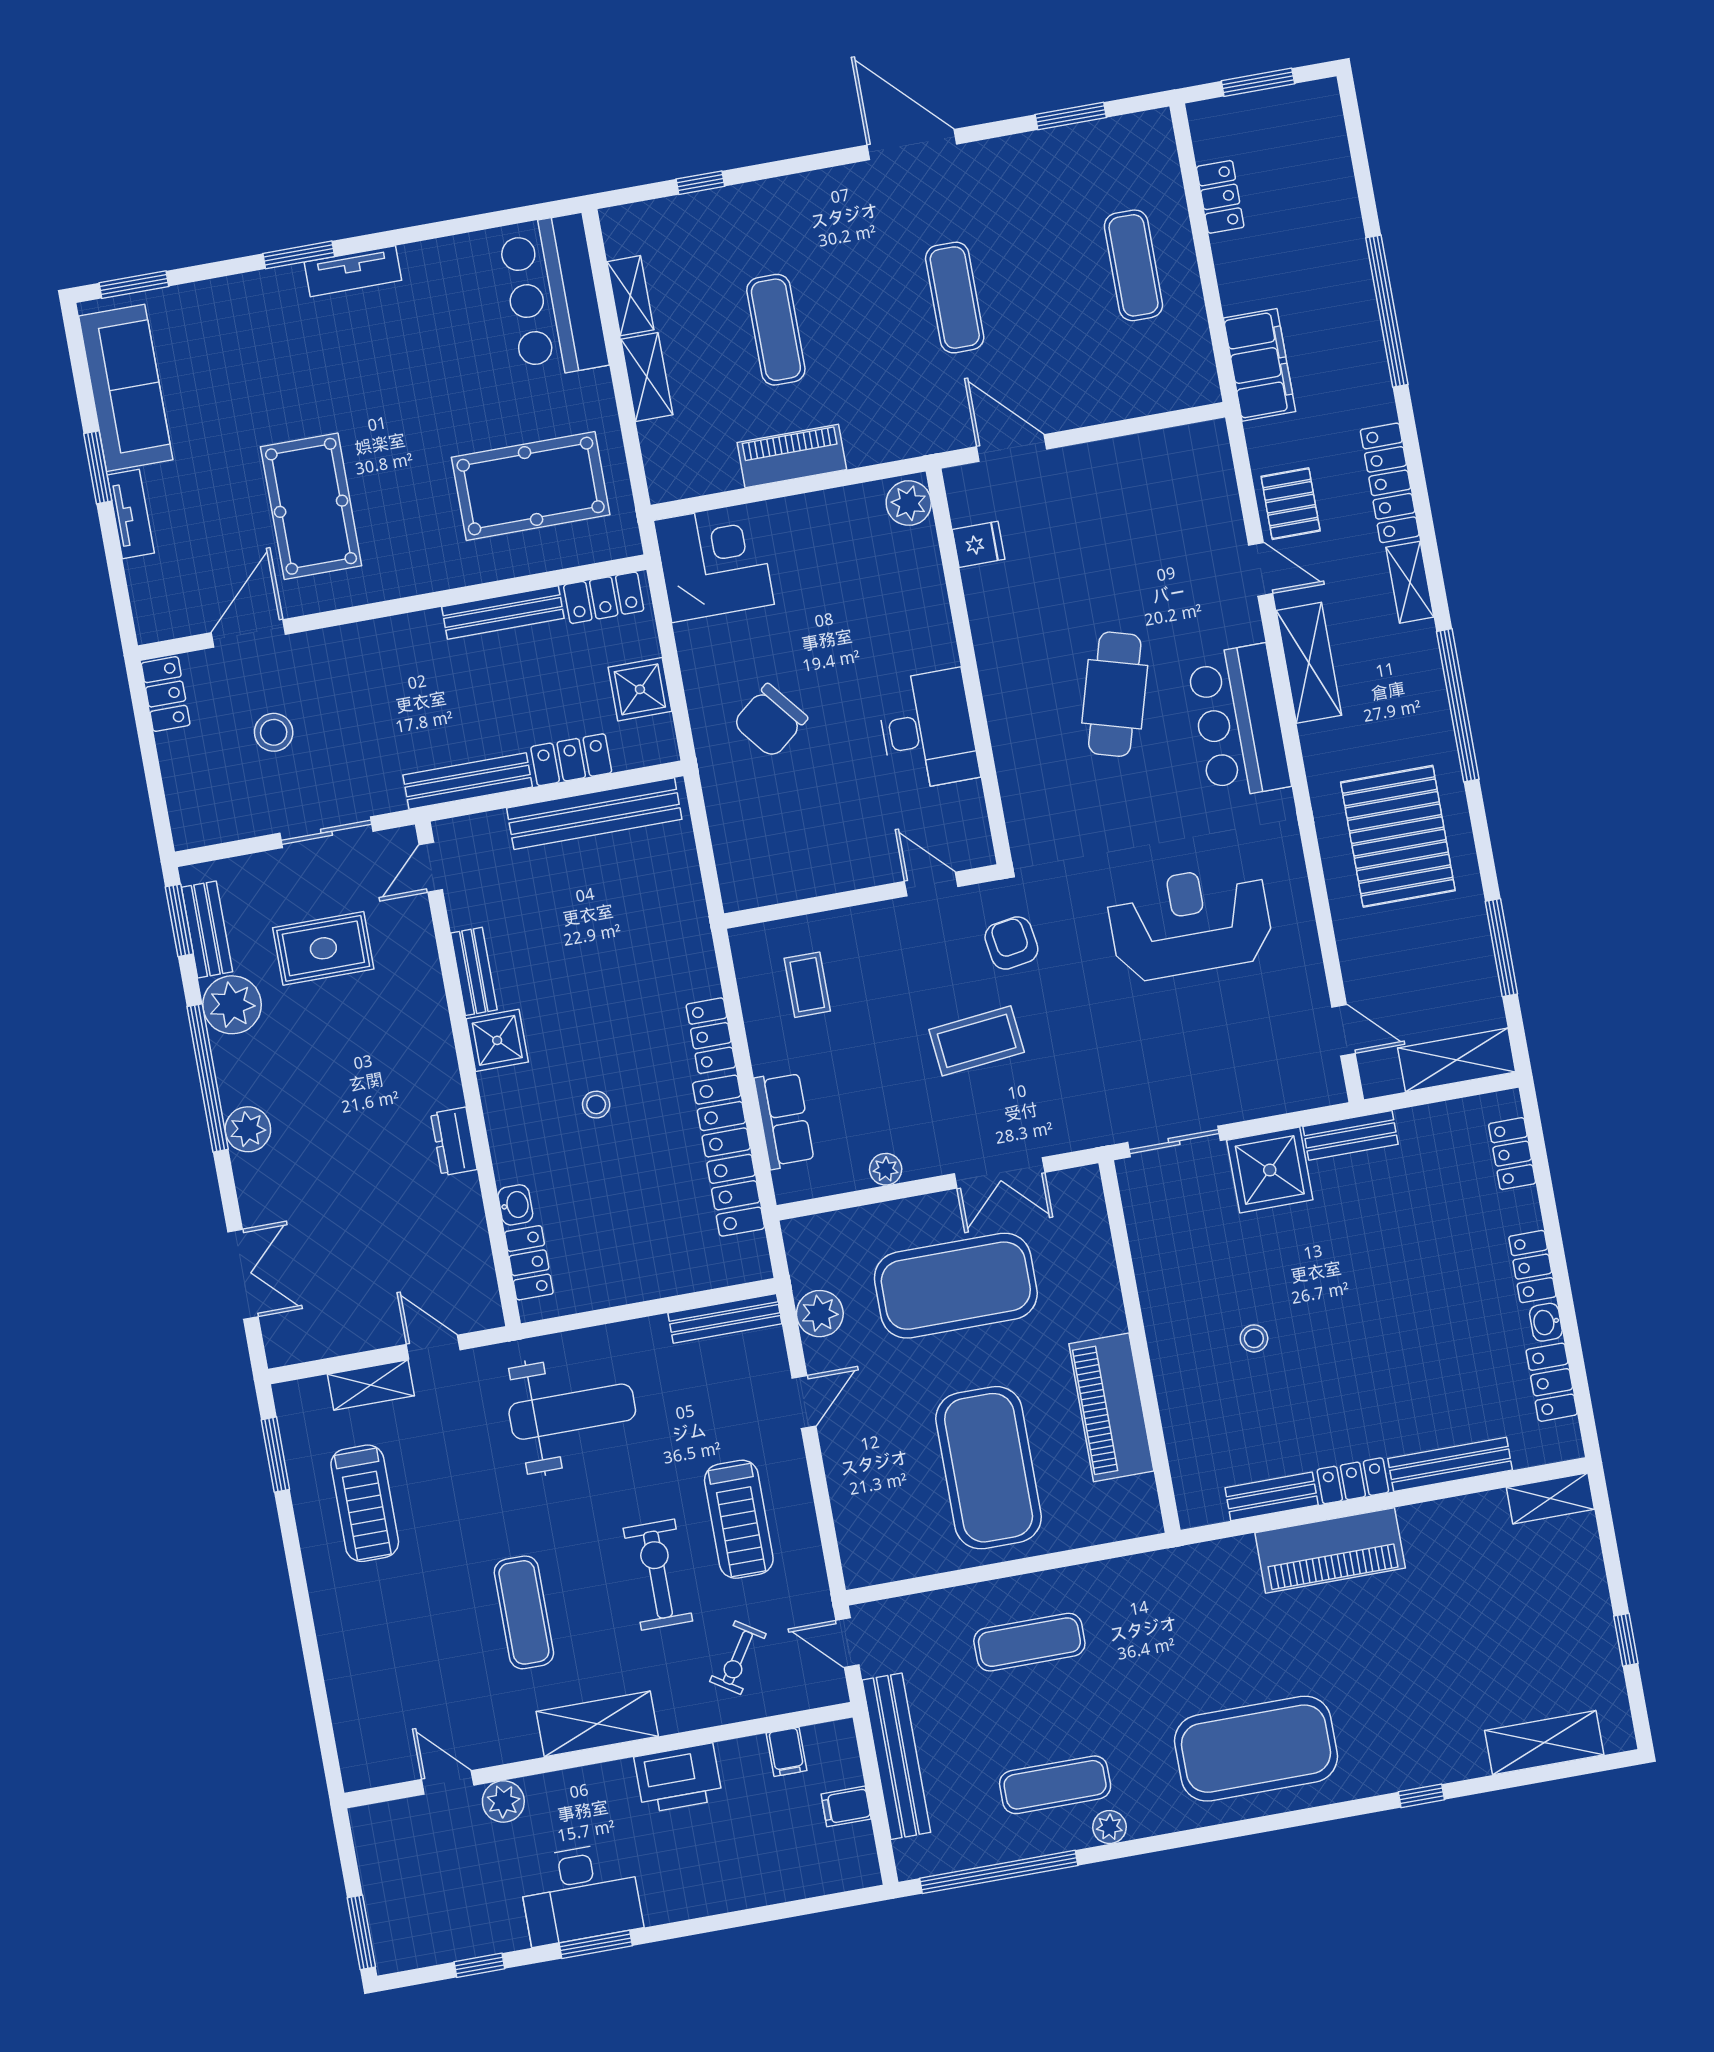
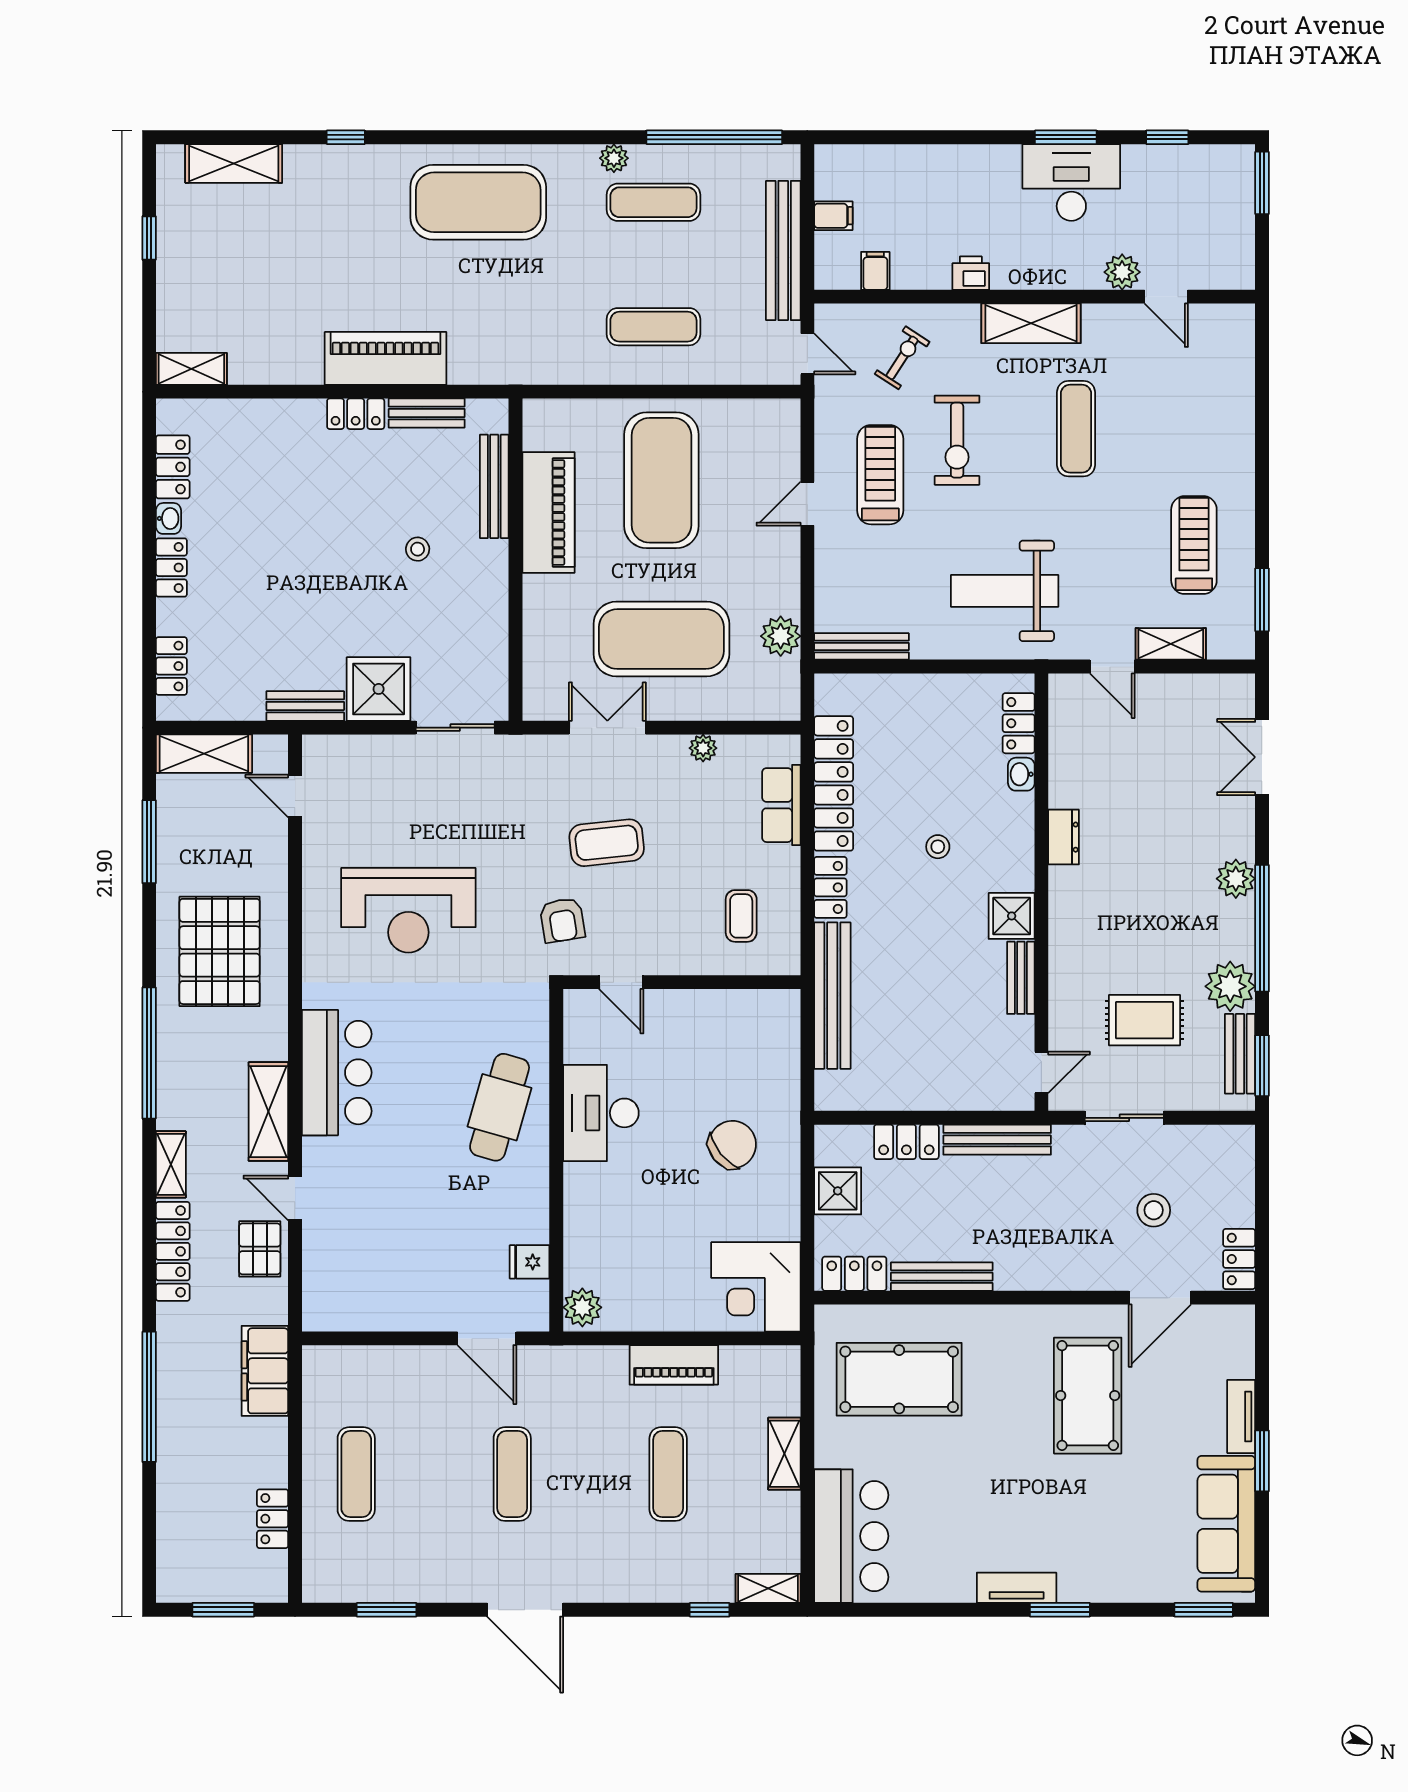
shelving: (630, 296) -> (768, 1588), moved, turned 90
cafe table: (1115, 694) -> (500, 1107), moved
bench: (594, 814) -> (832, 996), moved, turned 90
door: (804, 1402) -> (807, 504), moved
bench: (1450, 1464) -> (494, 486), moved, turned 90
printer: (678, 1778) -> (971, 273), width x0.53, depth x0.68

